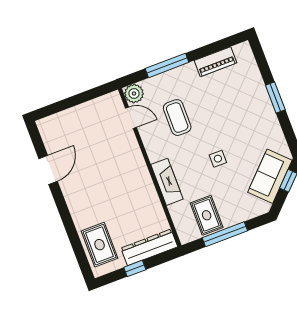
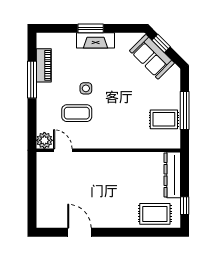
window: (167, 65) -> (32, 80), moved
door: (131, 118) -> (63, 150), hinge flipped
side table: (218, 159) -> (86, 88), moved
fireplace: (167, 182) -> (96, 40), moved, turned 180
window: (135, 268) -> (185, 206), moved

